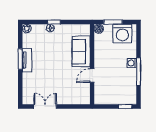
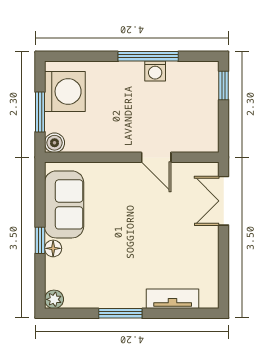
sofa: (81, 52) -> (64, 204), moved, turned -90
tv unit: (27, 60) -> (173, 299), moved
washing machine: (132, 63) -> (155, 71), moved
double door: (45, 106) -> (224, 201), moved

